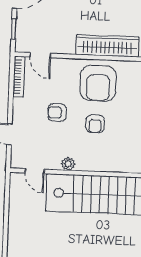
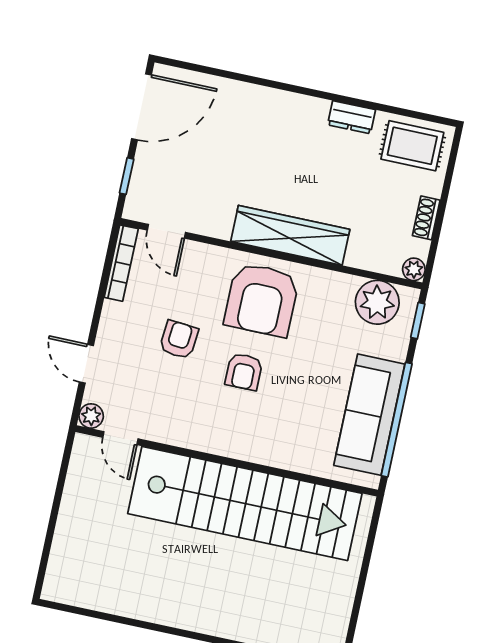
armchair: (57, 113) -> (179, 340), turned 95
plant: (68, 164) -> (91, 416), moved

